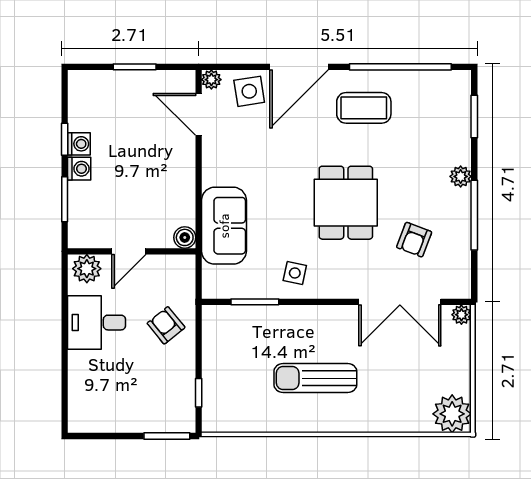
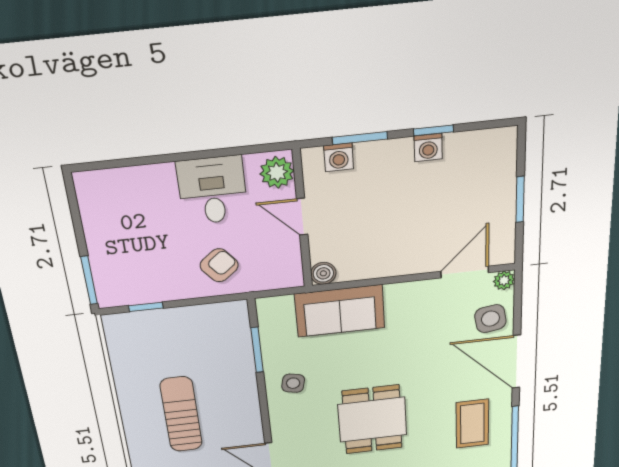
washing machine: (79, 169) -> (339, 157), moved
dining table: (346, 203) -> (372, 420), turned 90

